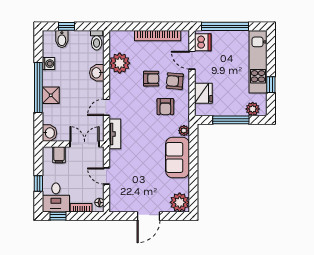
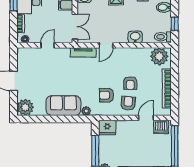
window: (66, 26) -> (175, 24), moved
plant: (120, 63) -> (159, 56), moved
fridge: (203, 93) -> (107, 128), moved
door: (106, 107) -> (106, 45), swing flipped

